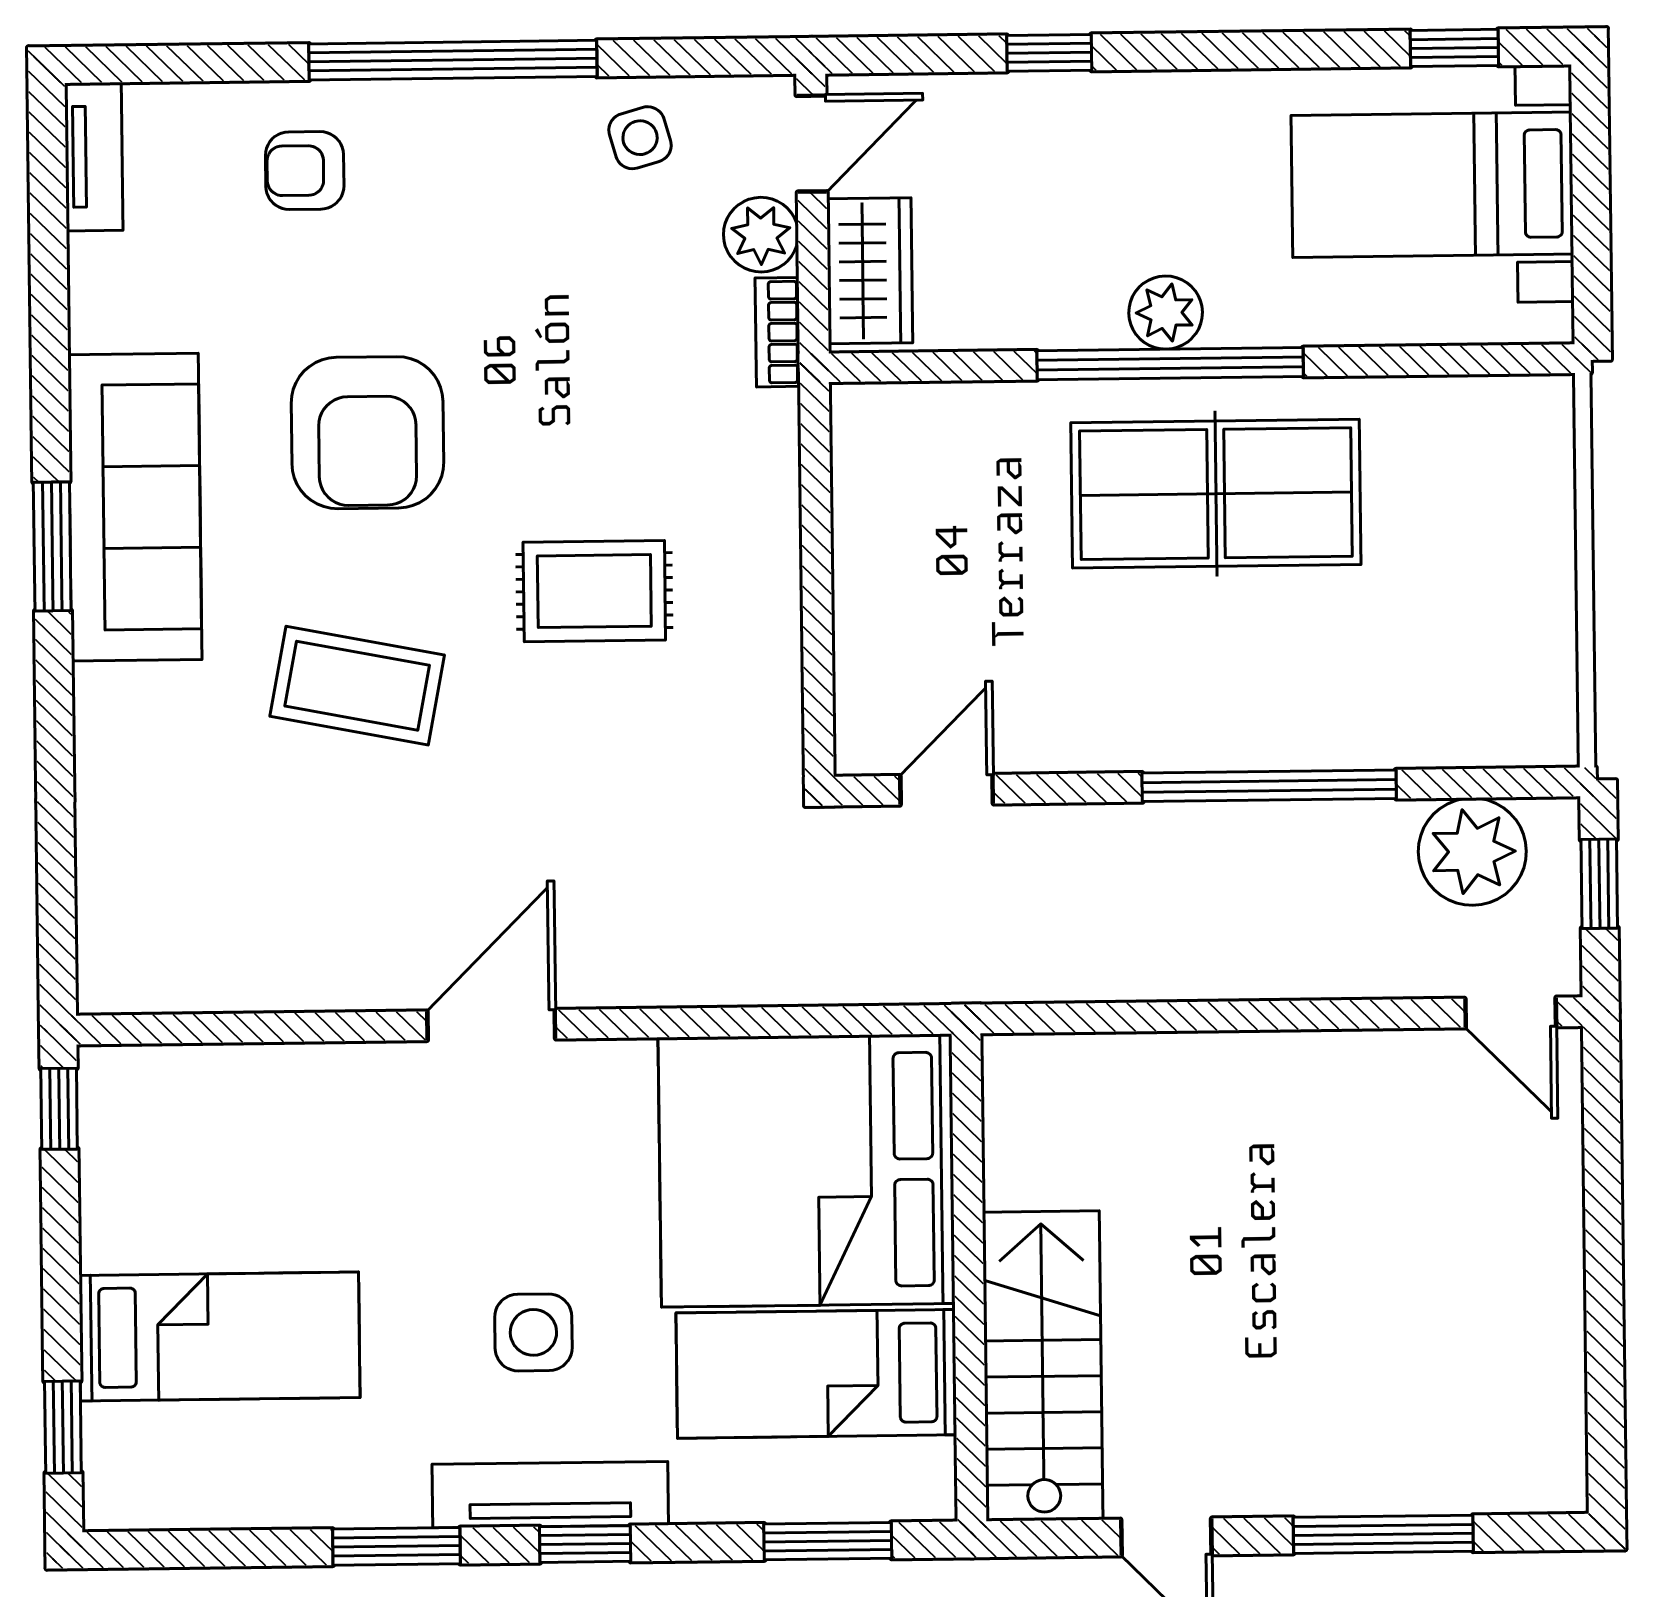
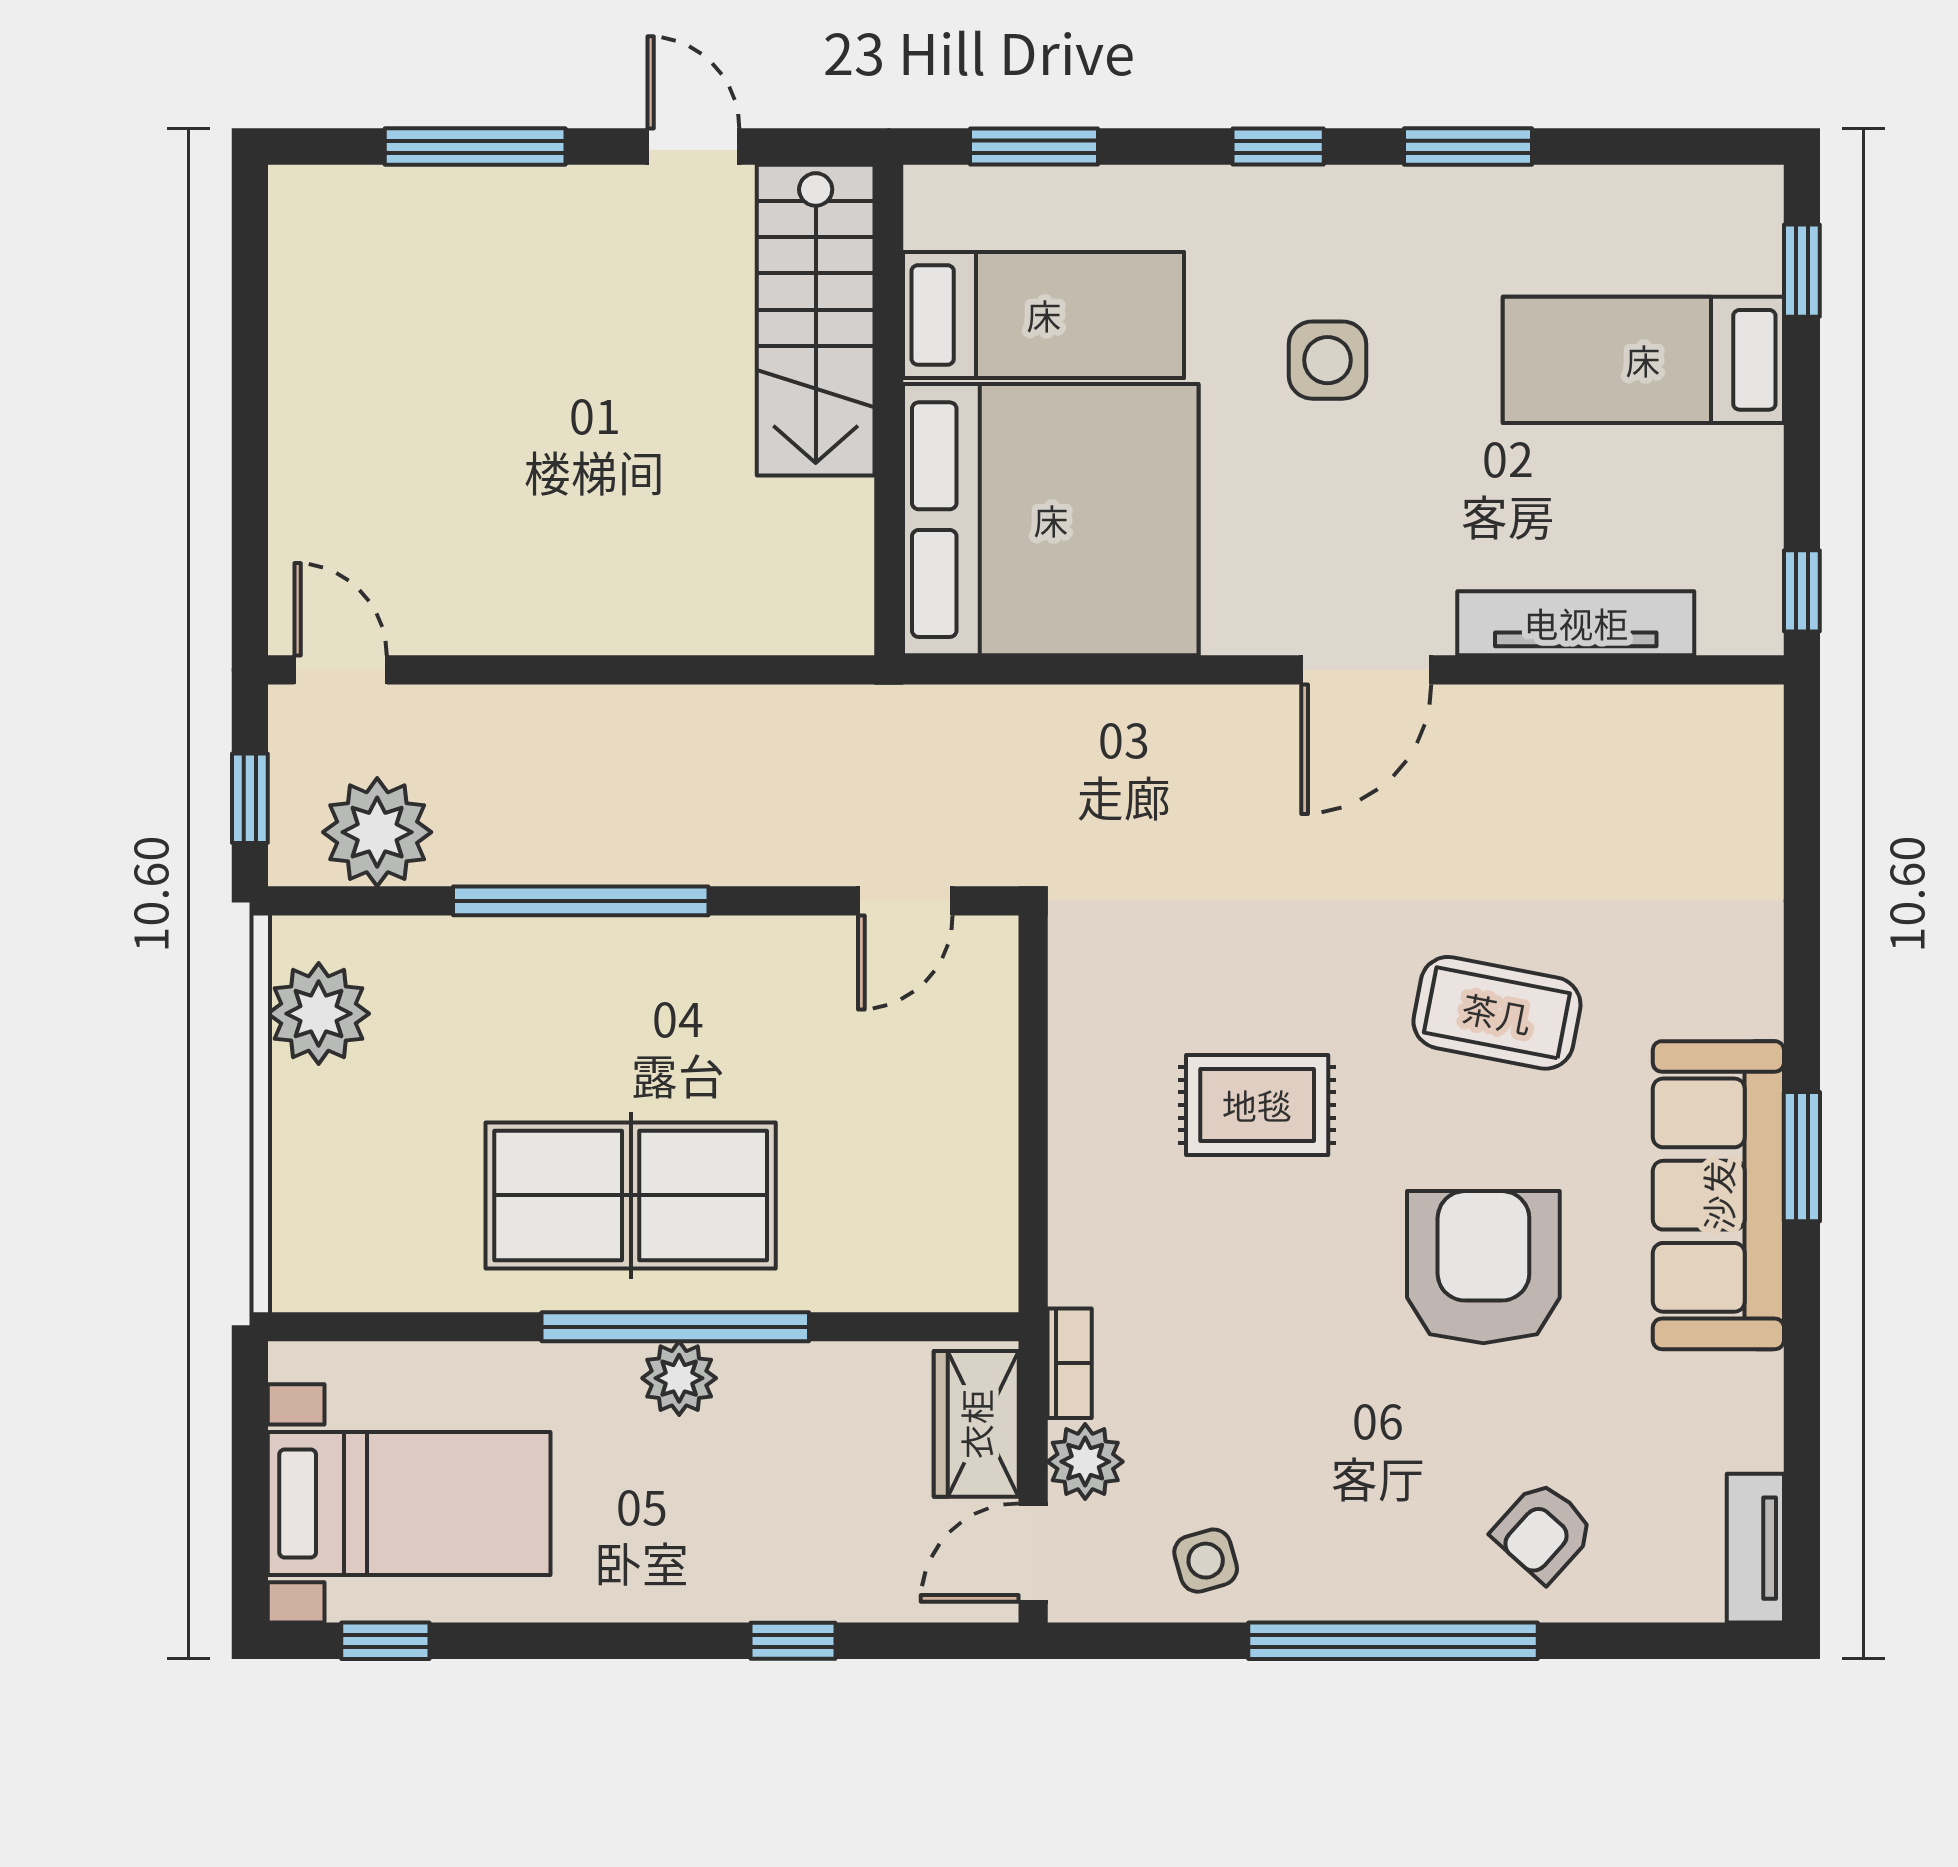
armchair: (305, 171) -> (1543, 1532), turned 132
plant: (1528, 671) -> (319, 1014), added
tv unit: (550, 1495) -> (1576, 623), moved, turned 180

